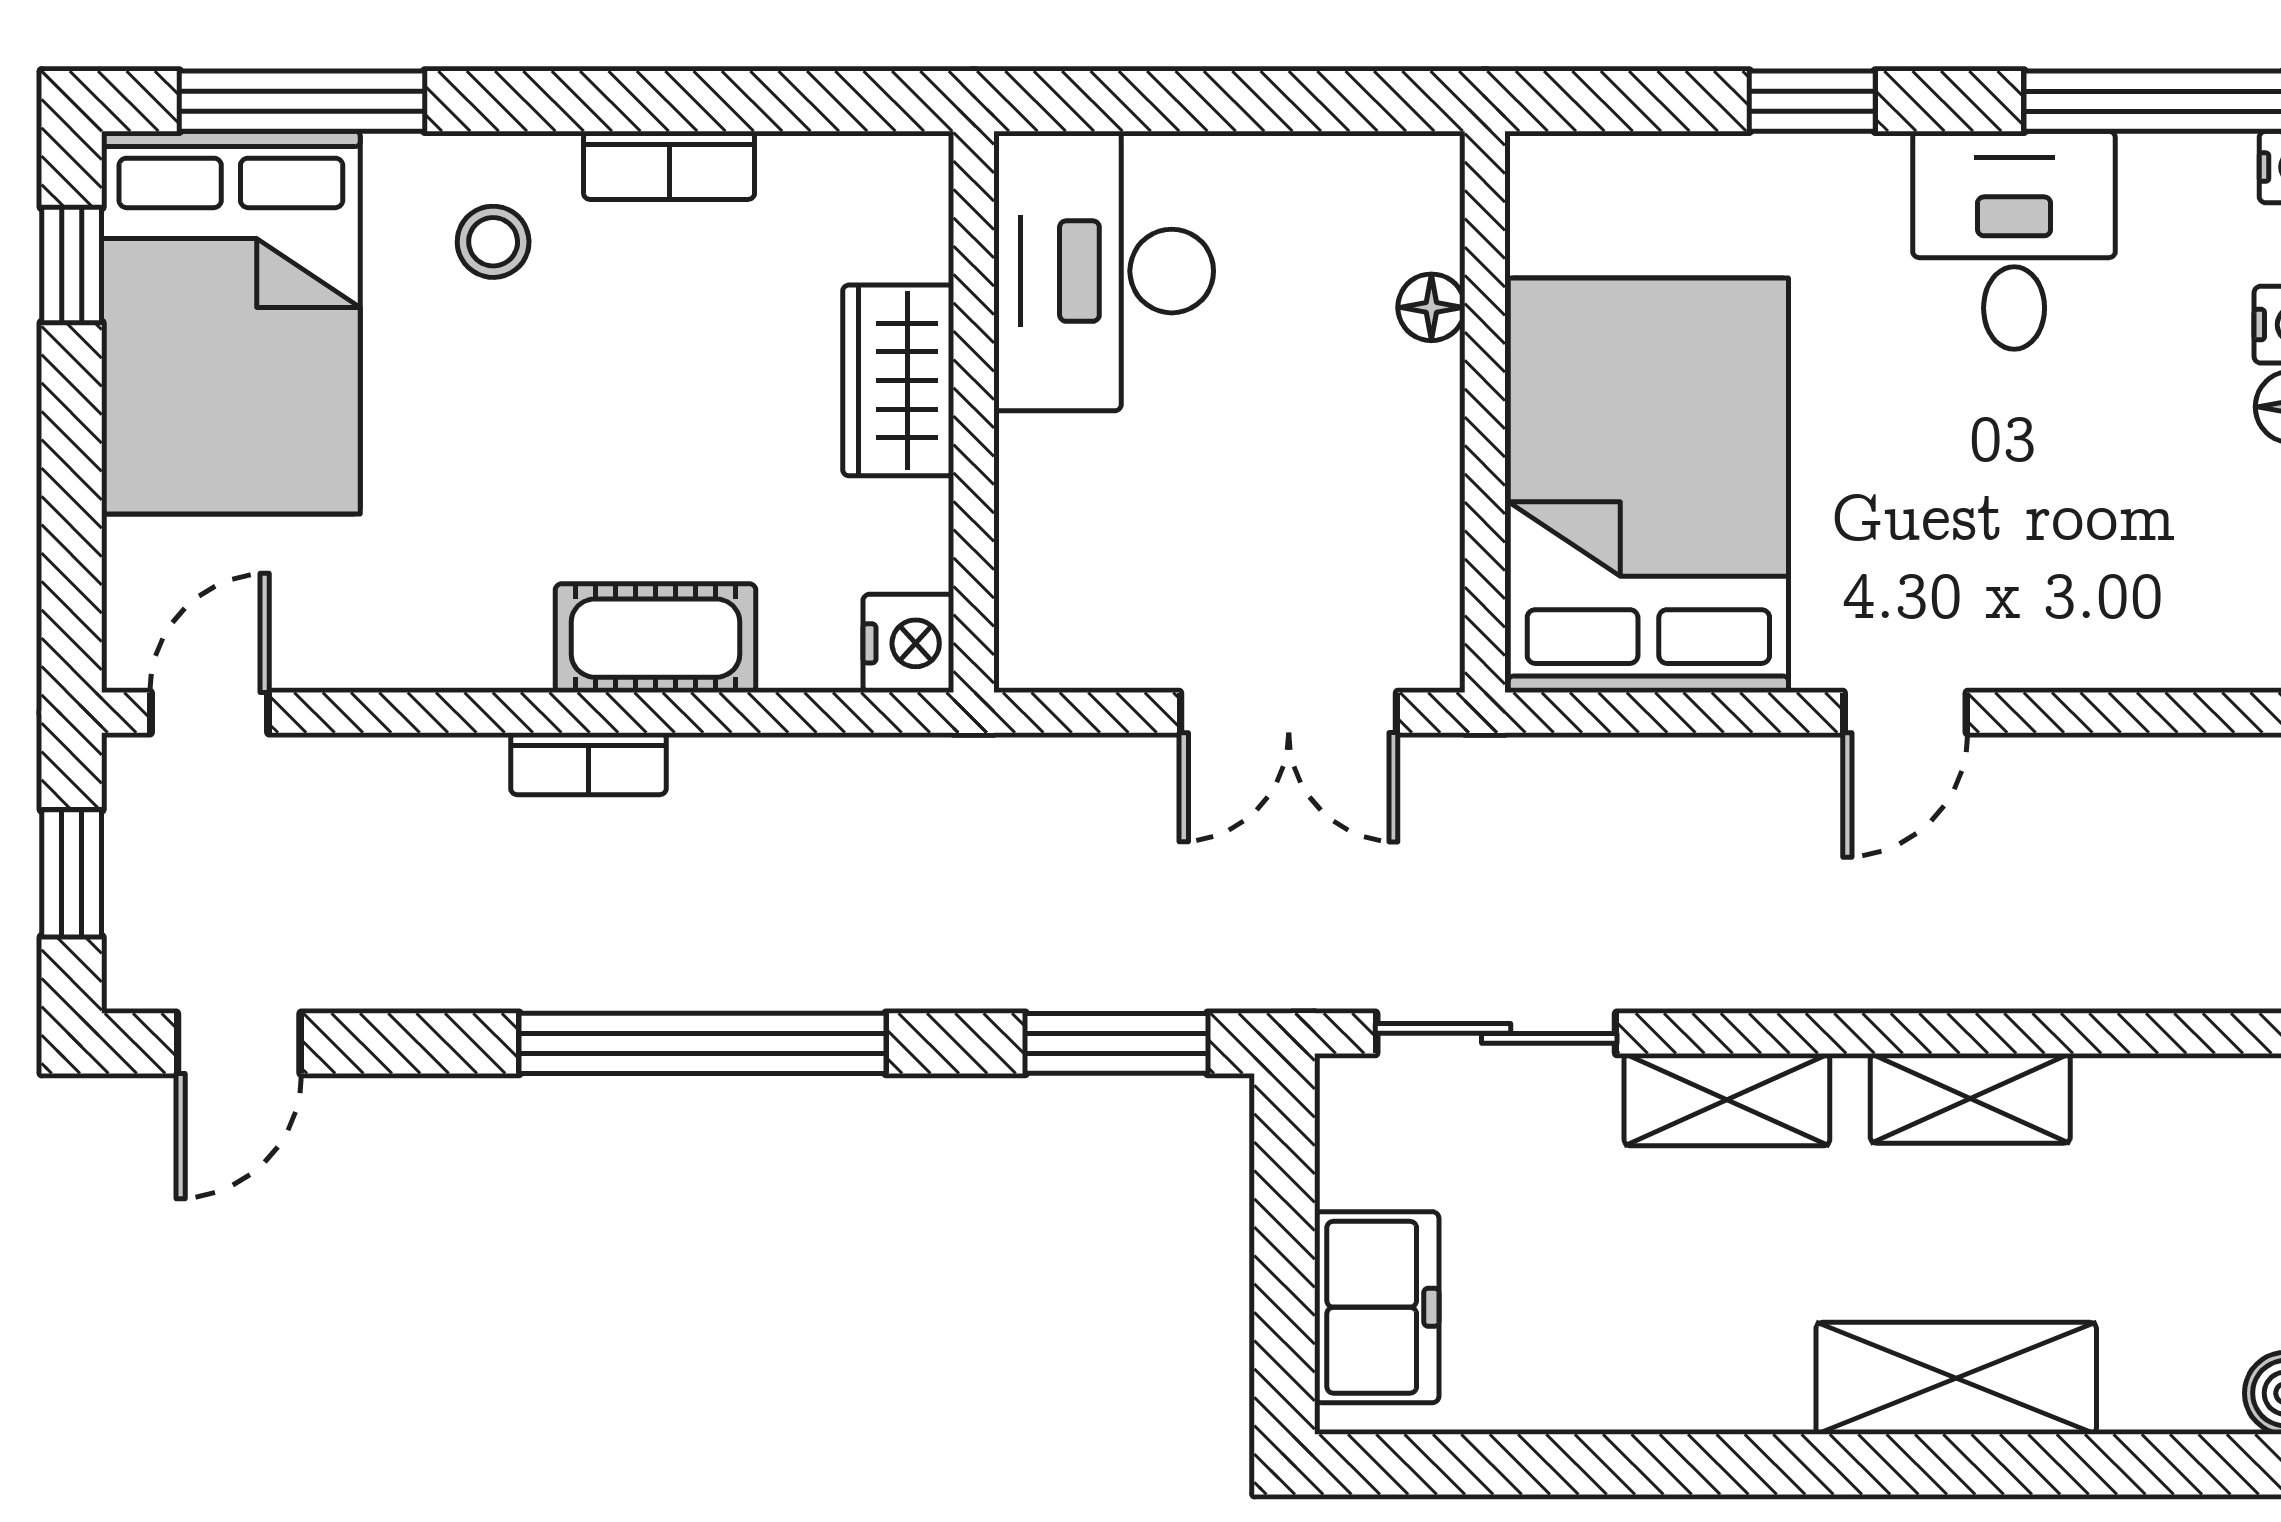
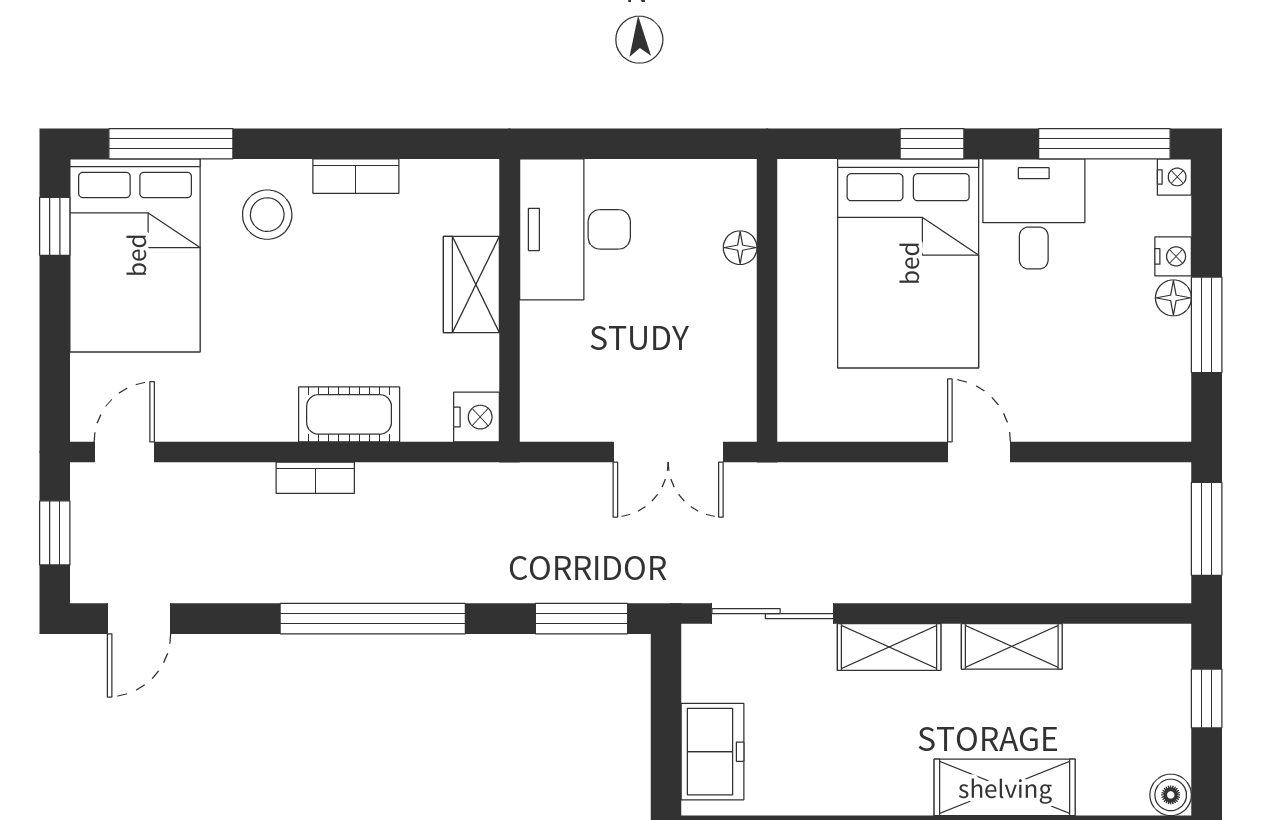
stool: (493, 242) -> (267, 215), width x1.37, depth x1.37
bed: (1648, 485) -> (908, 263), moved, turned 180
door: (1905, 713) -> (979, 452), swing flipped

